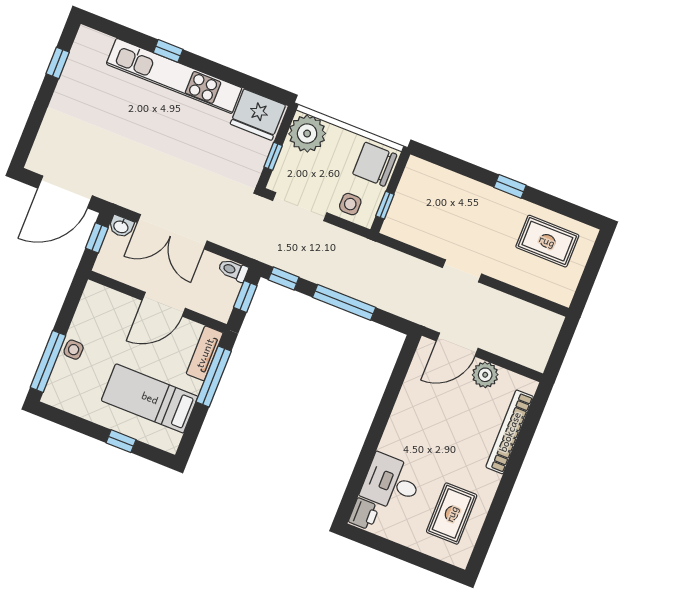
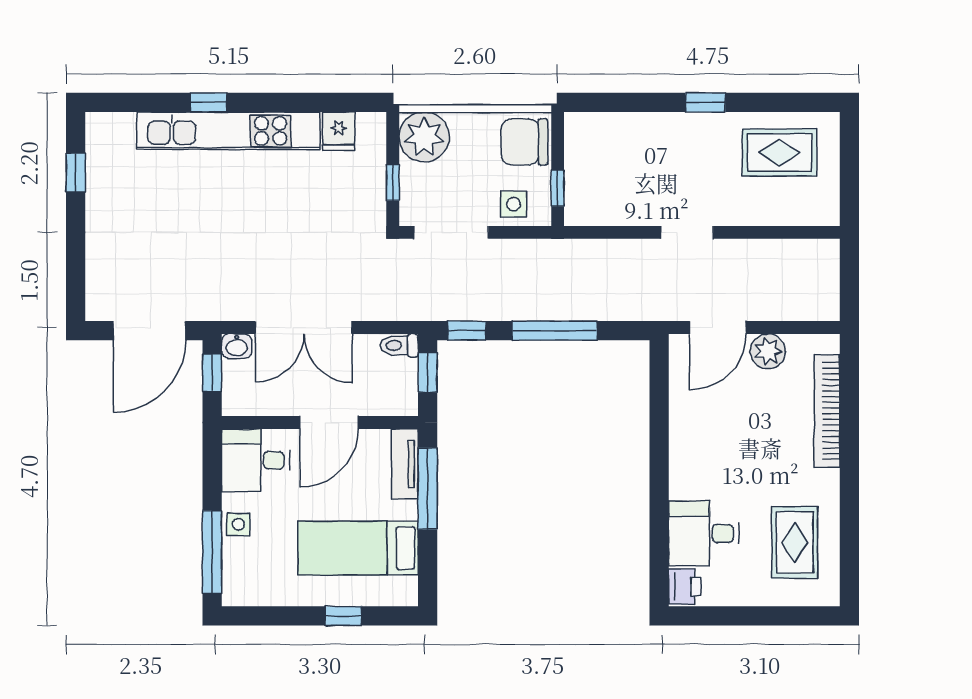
fridge: (258, 115) -> (339, 131), width x0.53, depth x0.75
desk: (103, 310) -> (255, 460), added

